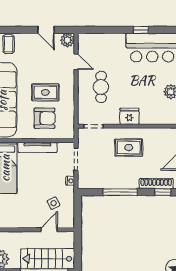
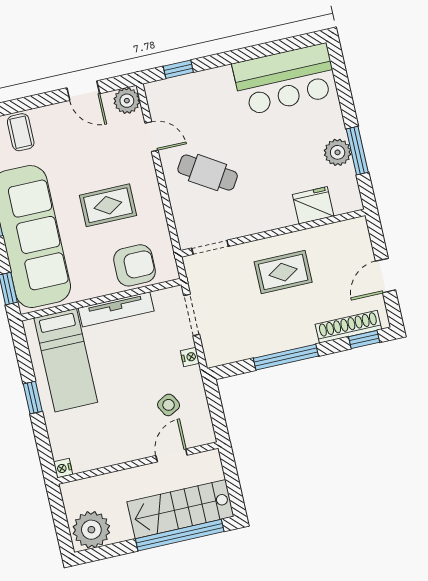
window: (141, 30) -> (178, 69), moved
cafe table: (101, 87) -> (208, 173), turned -58
fridge: (129, 116) -> (313, 205), moved
armchair: (45, 118) -> (135, 265), moved

